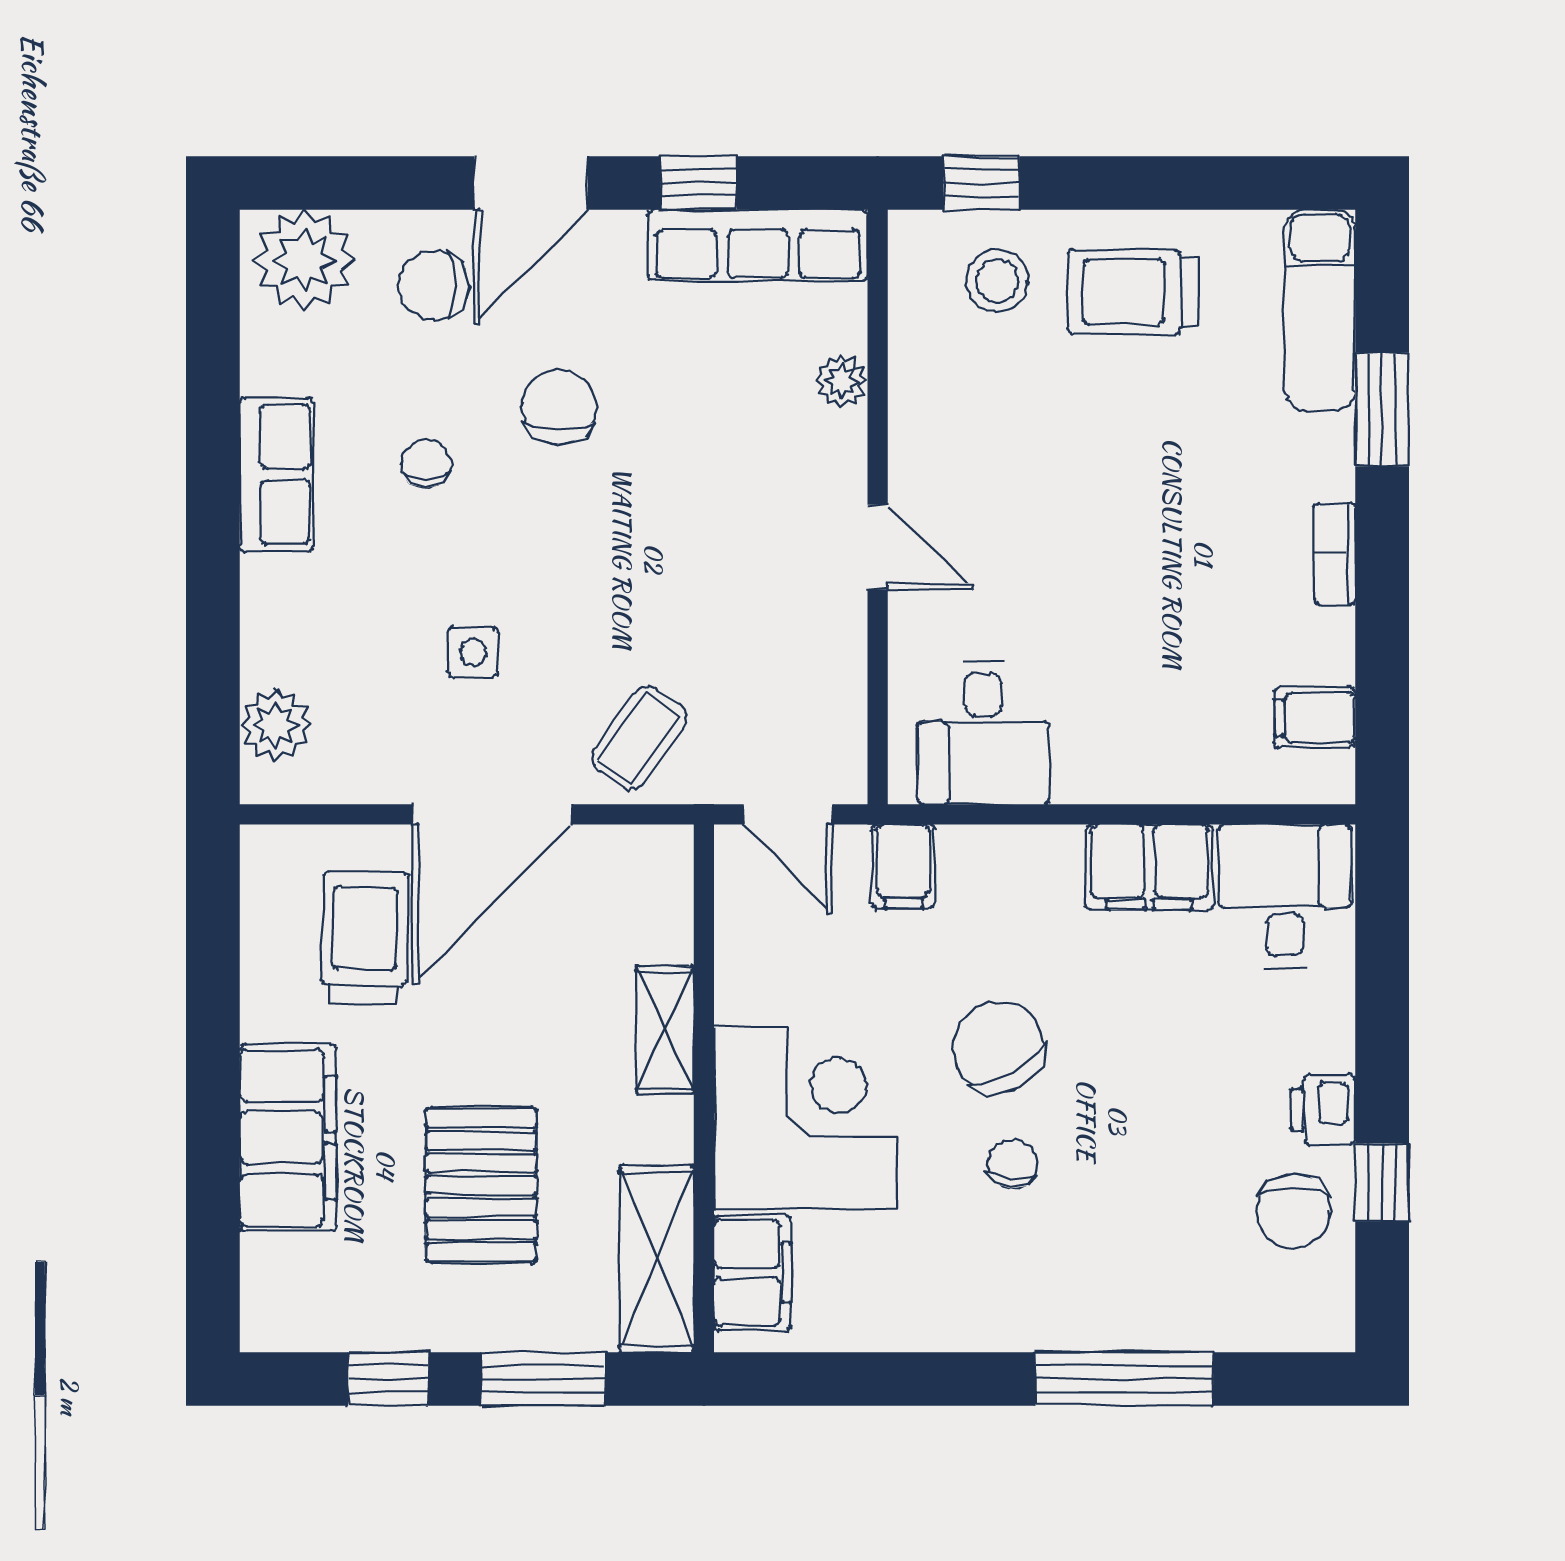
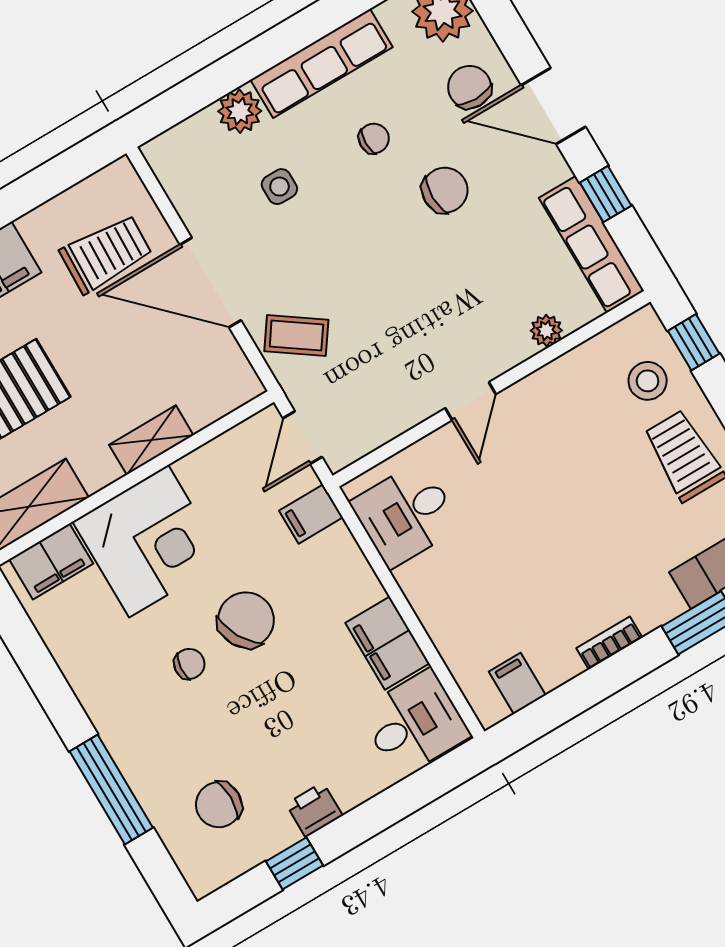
row of seats: (276, 474) -> (322, 63), width x1.48
side table: (473, 652) -> (279, 187), moved
plant: (275, 725) -> (240, 111), moved
chair: (1294, 1212) -> (219, 805), moved

